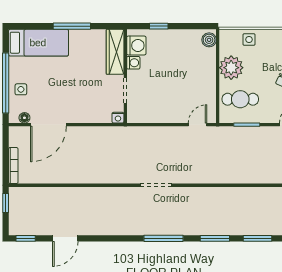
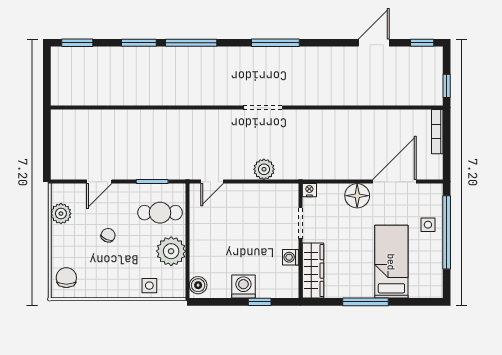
bed: (38, 43) -> (391, 262), moved, turned 90
washing machine: (136, 45) -> (243, 286), moved, turned 90
floor lamp: (24, 118) -> (357, 196), moved, width x1.89, depth x1.89
plant: (155, 135) -> (264, 169), added
window: (163, 238) -> (275, 43), moved
window: (215, 238) -> (191, 43), width x1.44

